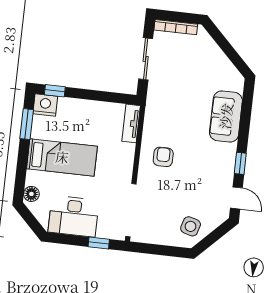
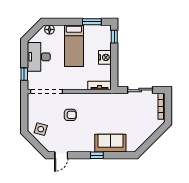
nightstand: (45, 105) -> (105, 57), moved
armchair: (163, 157) -> (70, 115), moved
window: (240, 163) -> (97, 155), moved

